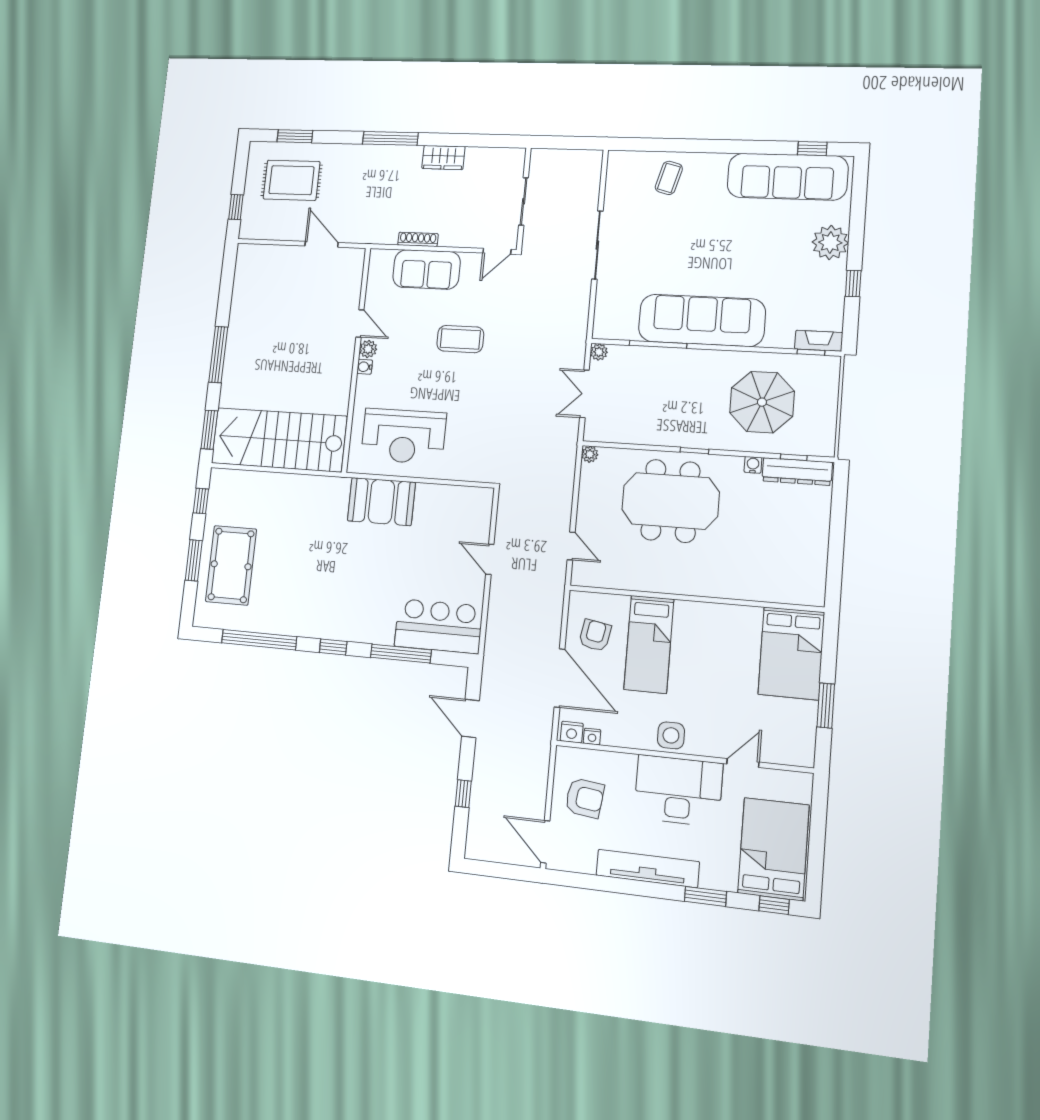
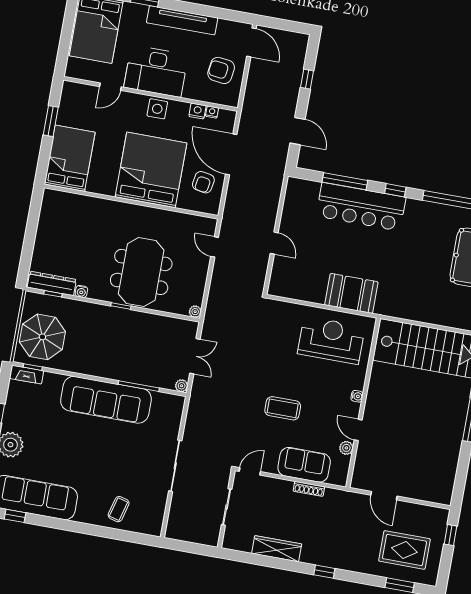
window: (390, 138) -> (324, 572), width x0.46
wardrobe: (443, 158) -> (277, 549), width x1.50
plant: (368, 349) -> (346, 448), moved
parasol: (762, 402) -> (42, 337), moved
meeting table: (670, 501) -> (141, 272), turned 90
bar counter: (439, 626) -> (361, 207), moved, width x1.36
bed: (649, 644) -> (151, 170), width x2.04
nightstand: (572, 732) -> (197, 111), moved

